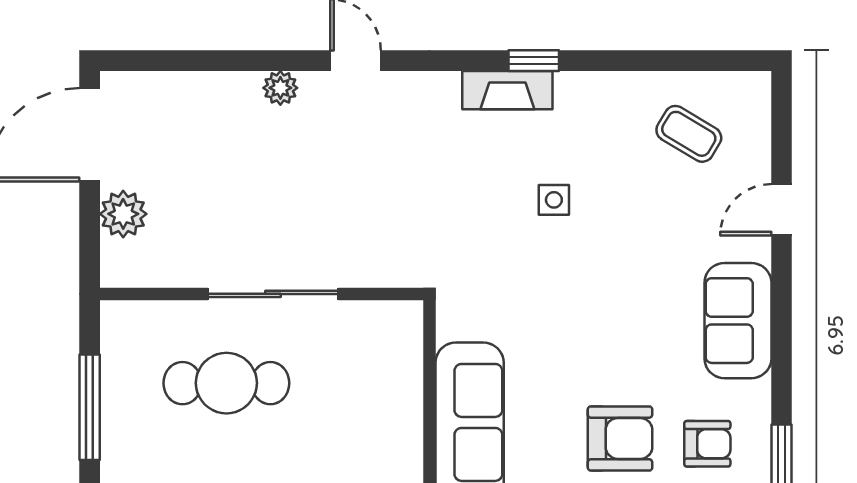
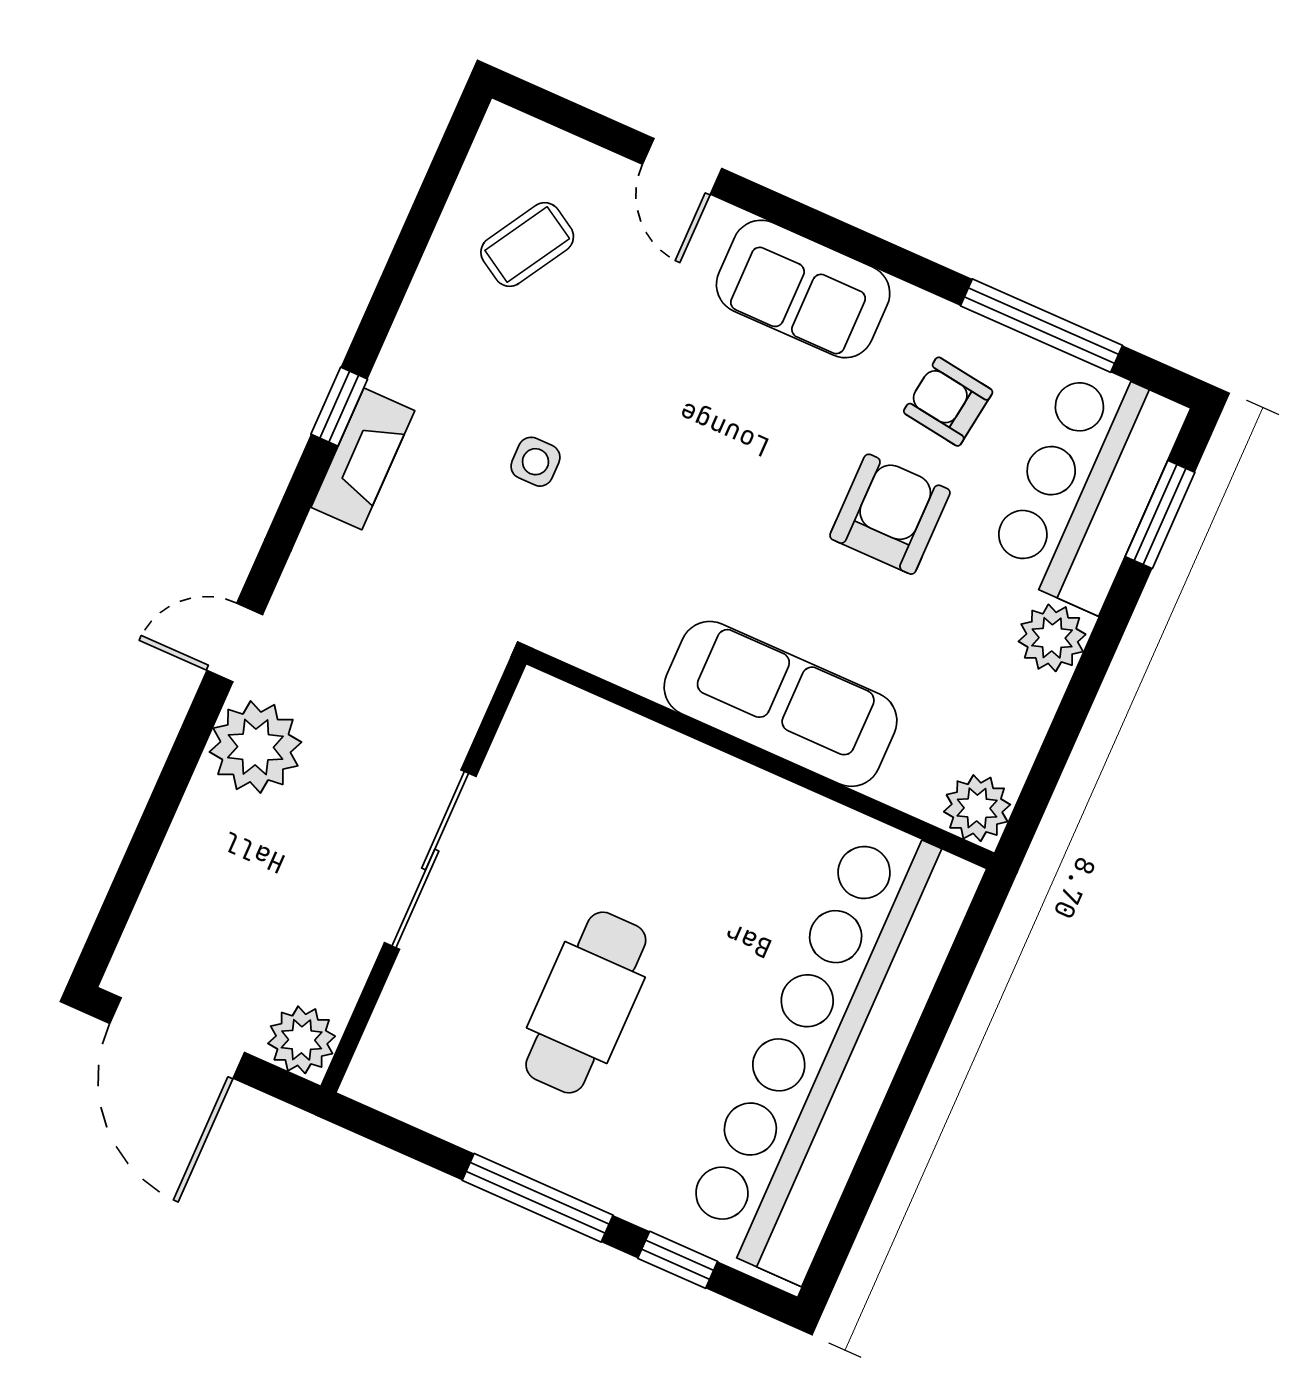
plant: (280, 88) -> (255, 747), width x1.88, depth x1.88
wall: (262, 294) -> (423, 875), moved
sliding door: (273, 294) -> (430, 860), moved
armchair: (707, 444) -> (948, 402), turned -82

